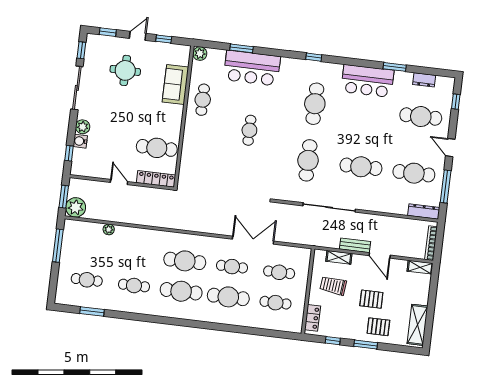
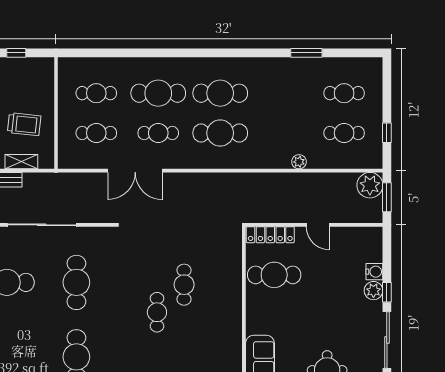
cafe table: (203, 100) -> (184, 285), moved
window: (69, 153) -> (387, 292), moved
plant: (109, 229) -> (299, 162), moved
window: (58, 246) -> (387, 133), width x0.46
cafe table: (134, 286) -> (344, 133), moved
window: (92, 311) -> (306, 53), moved
locker: (313, 318) -> (46, 79), removed

